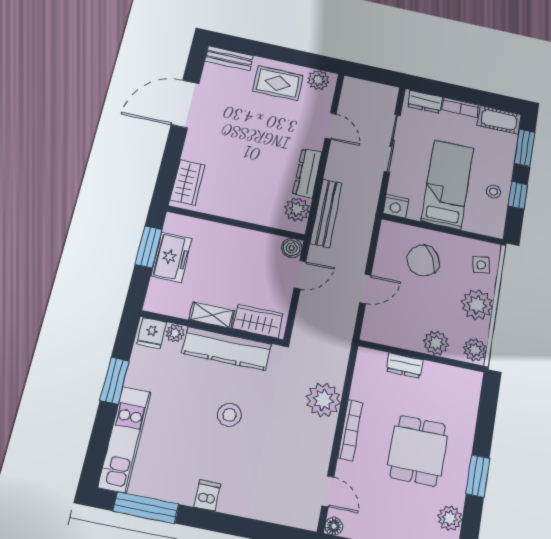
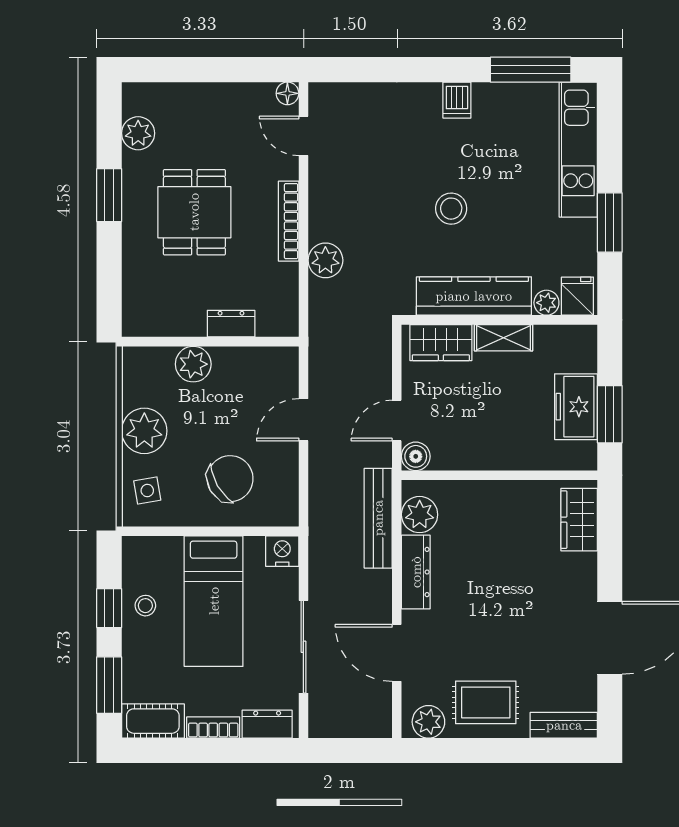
door: (331, 126) -> (397, 653), width x1.38
plant: (475, 350) -> (138, 366), removed
plant: (323, 400) -> (325, 260), width x0.73, depth x0.73

